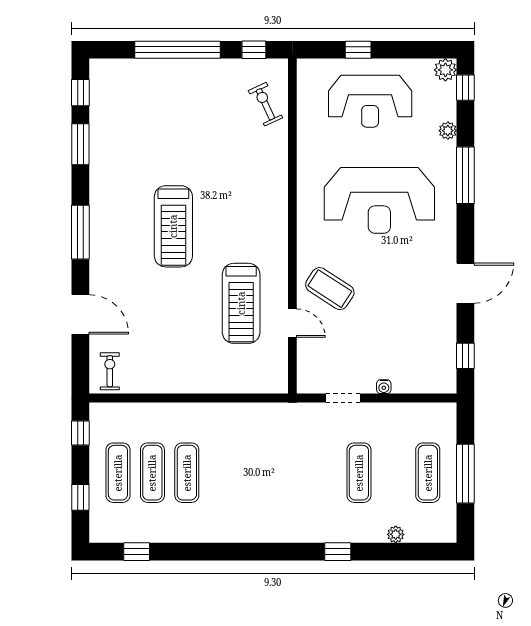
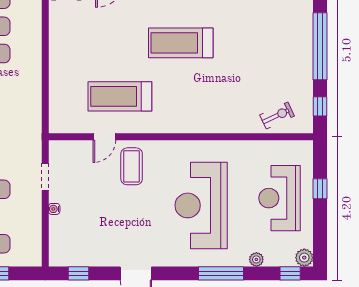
coffee table: (330, 289) -> (132, 166), turned -33

